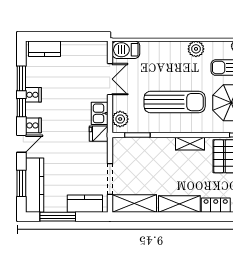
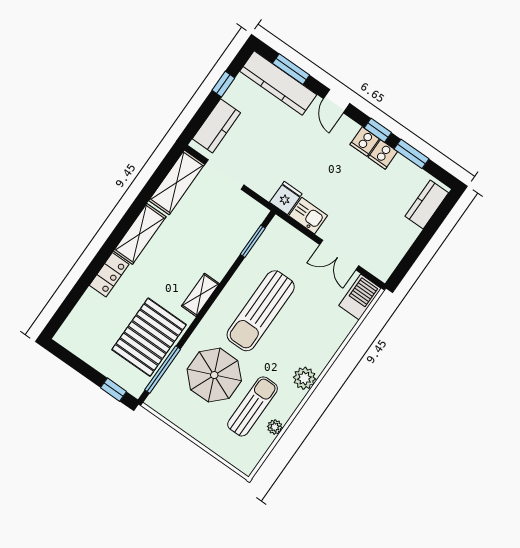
plant: (120, 119) -> (285, 235), removed
cooker: (33, 125) -> (365, 142), moved
window: (58, 217) -> (223, 84), width x0.46

